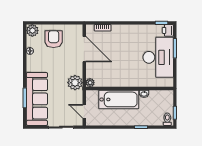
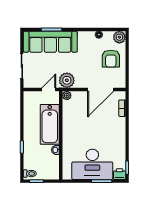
armchair: (54, 39) -> (111, 59), turned 90
door: (84, 111) -> (49, 90), moved

